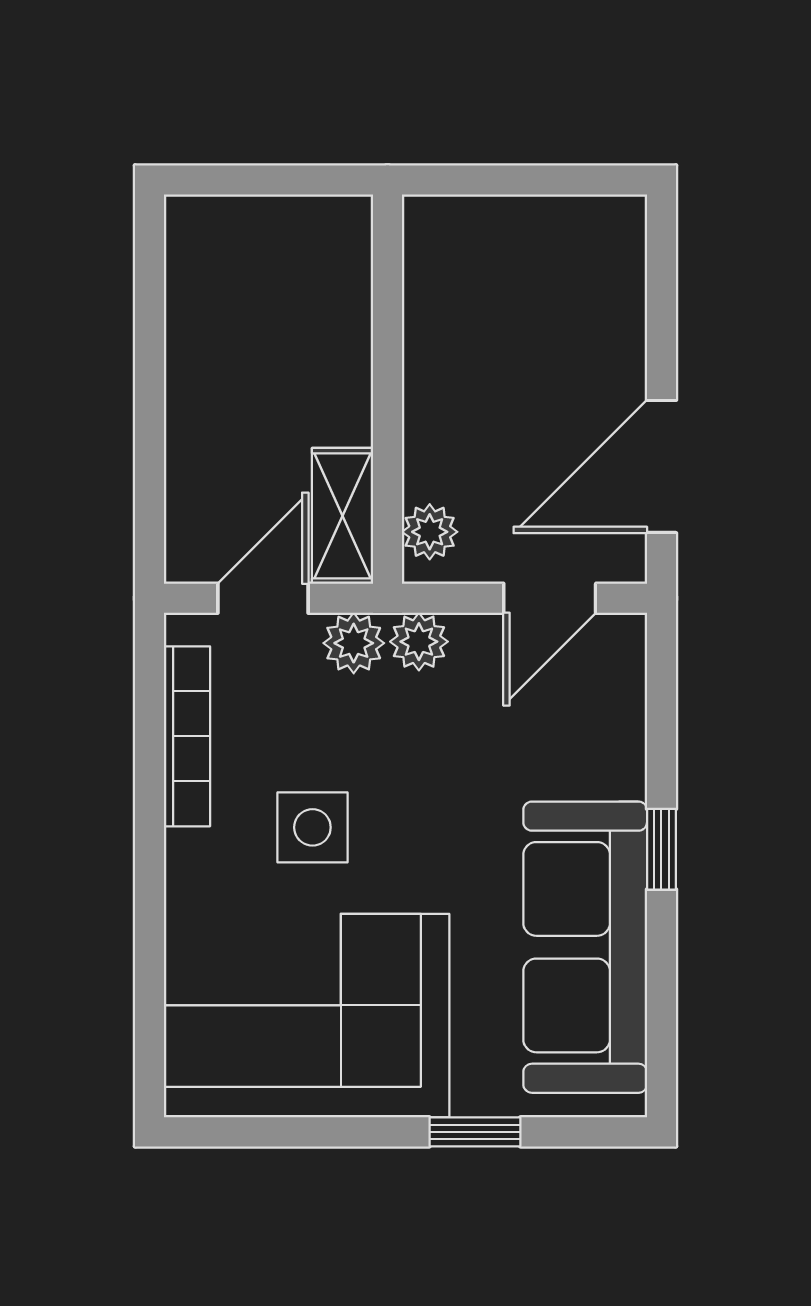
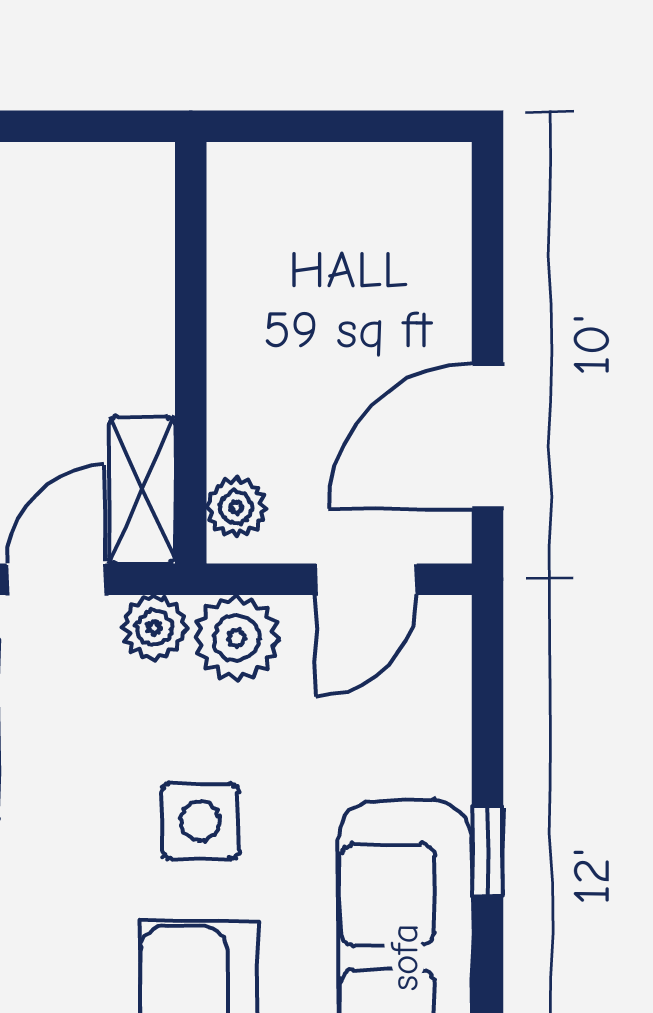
plant: (419, 642) -> (237, 638), width x1.38, depth x1.38
side table: (312, 827) -> (200, 821), moved

